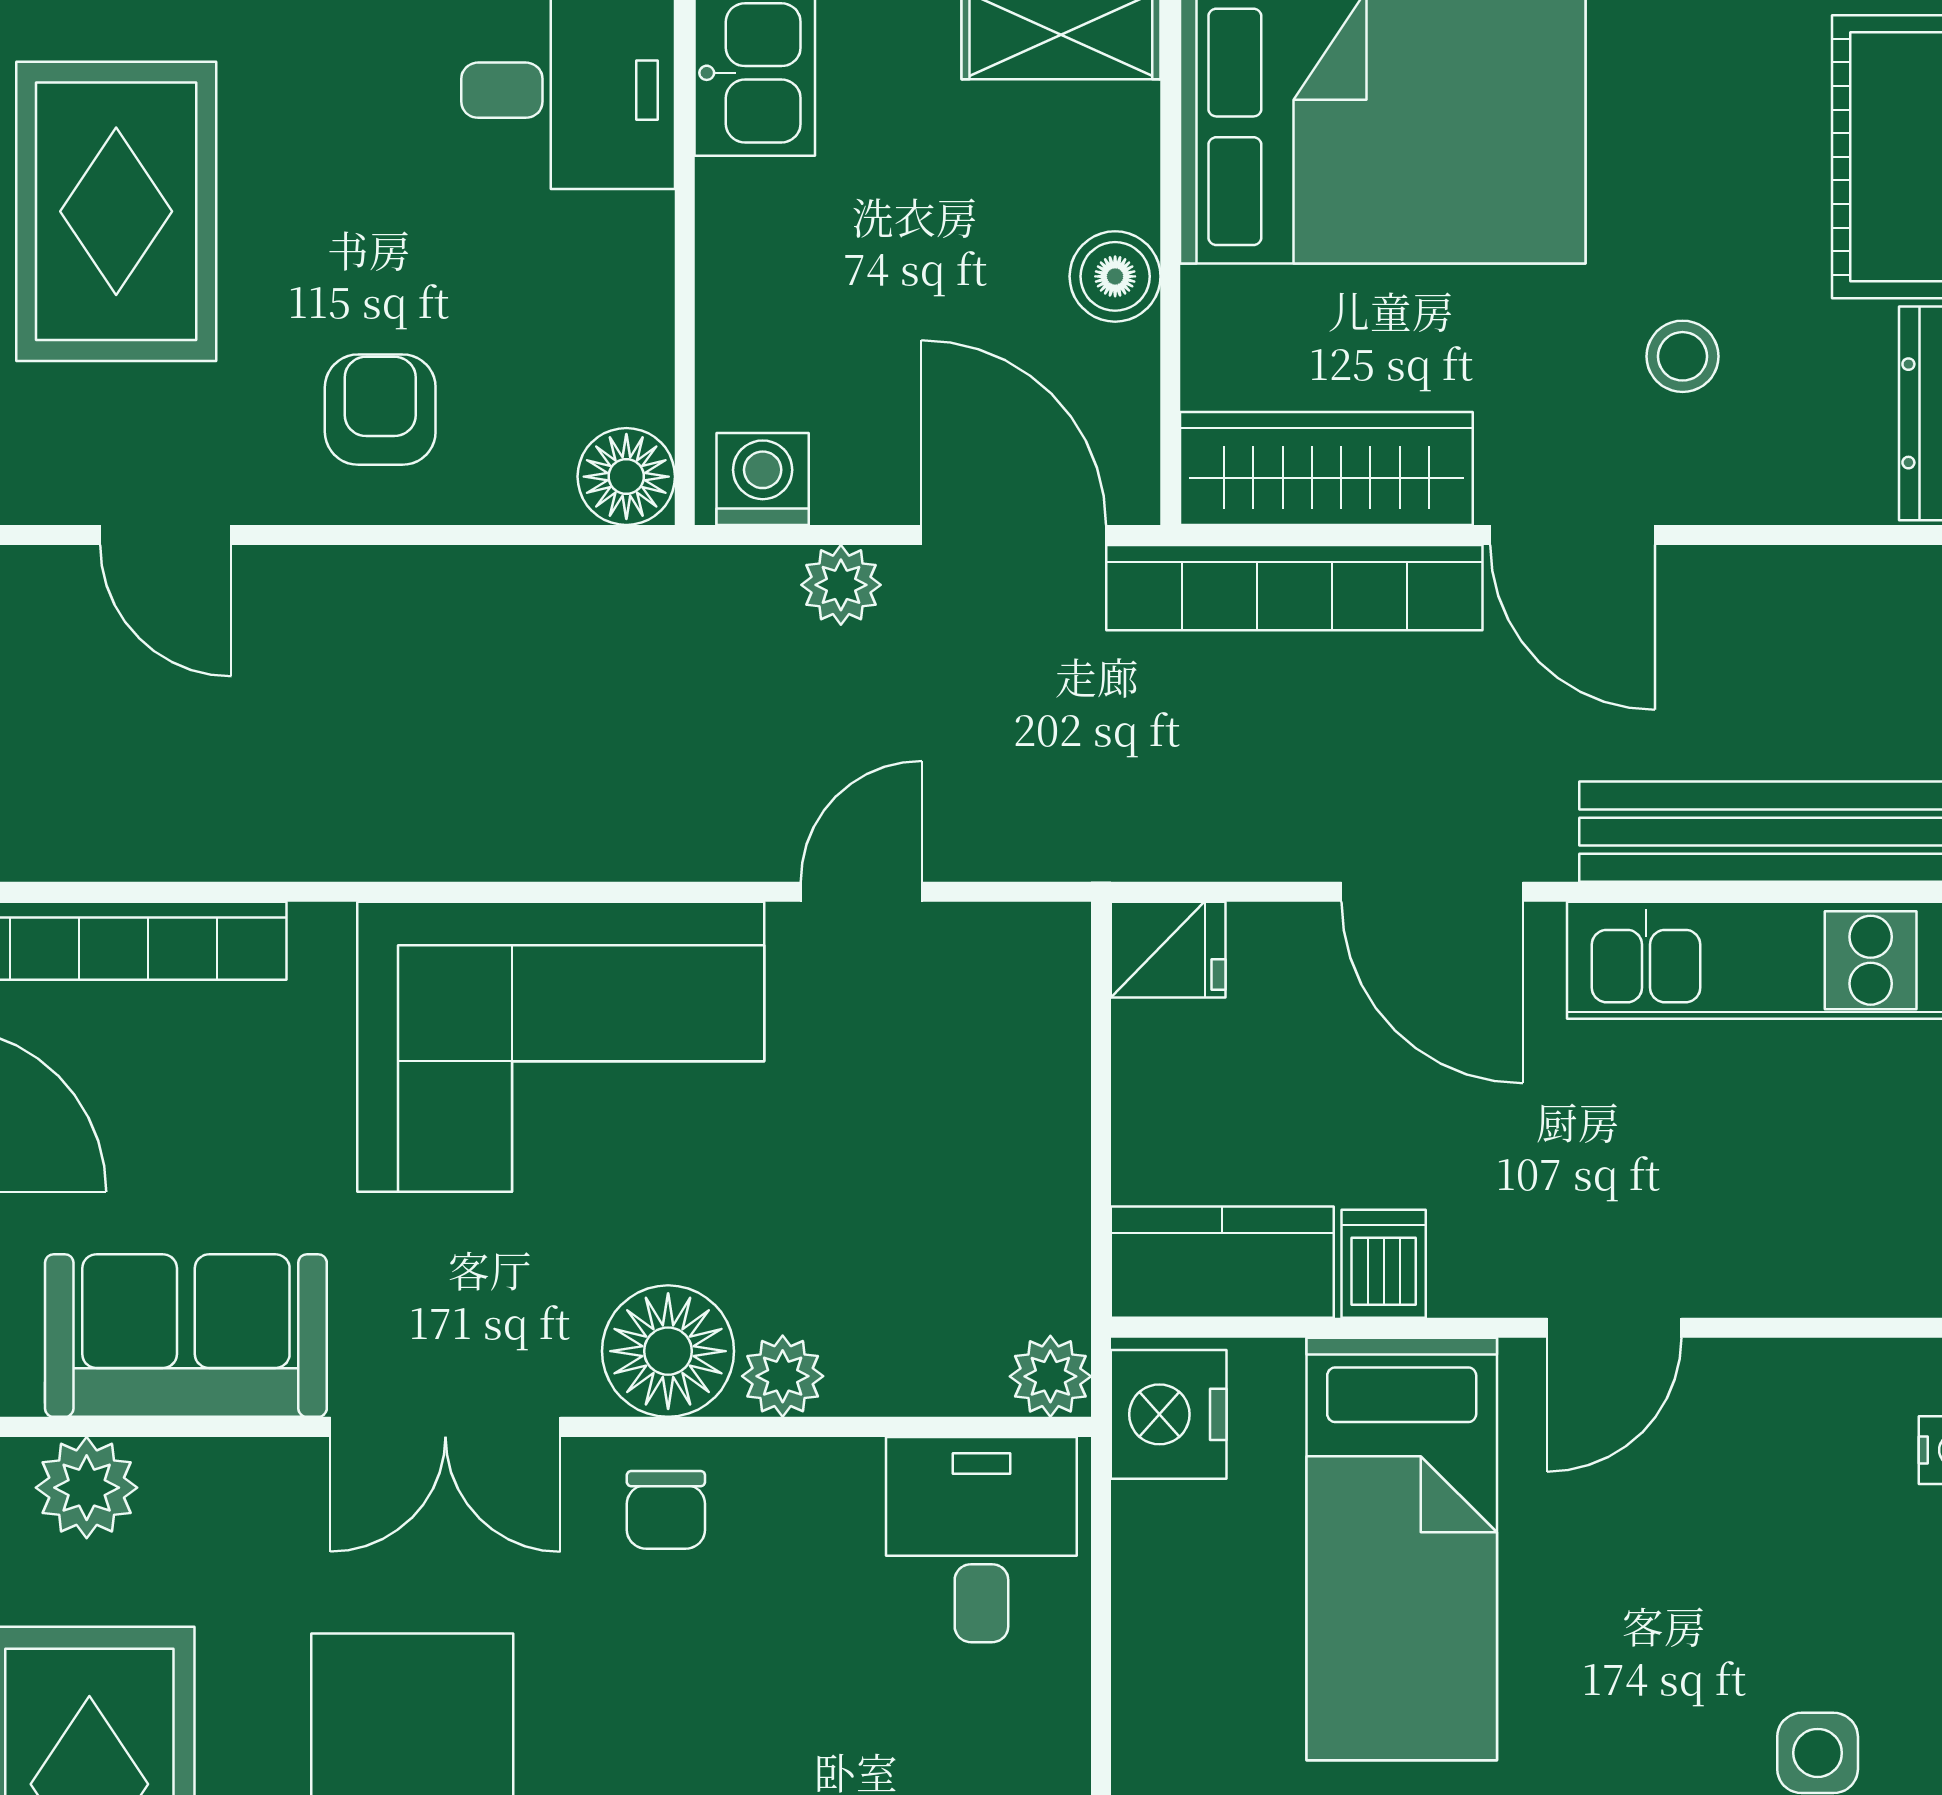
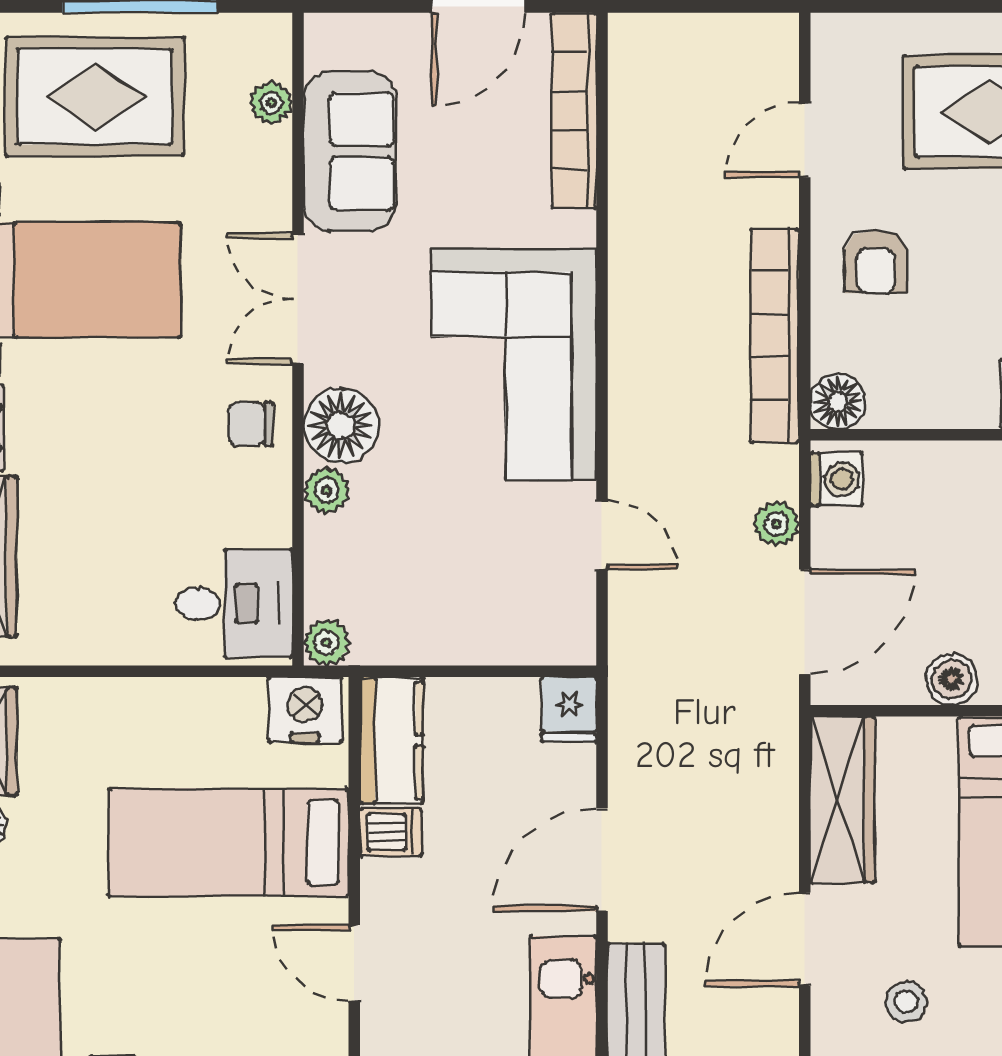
armchair: (380, 410) -> (876, 262), turned 90
bookcase: (1294, 588) -> (775, 336), moved
plant: (87, 1488) -> (271, 103), width x0.73, depth x0.73

